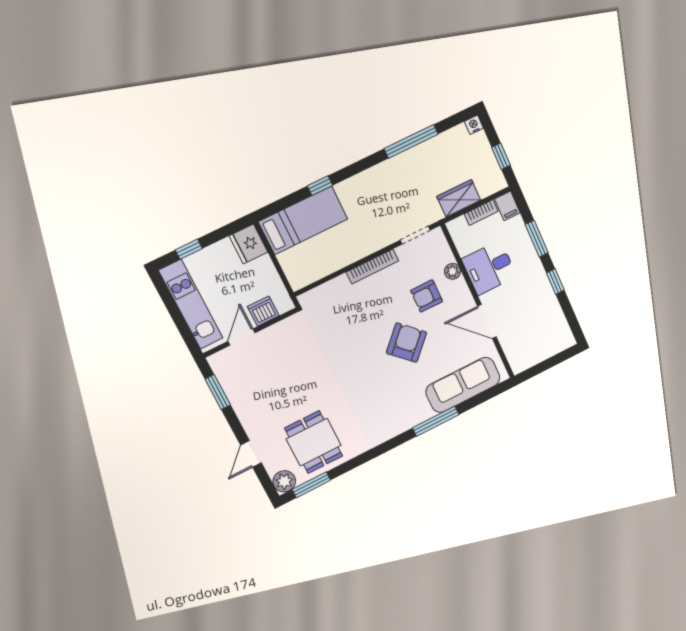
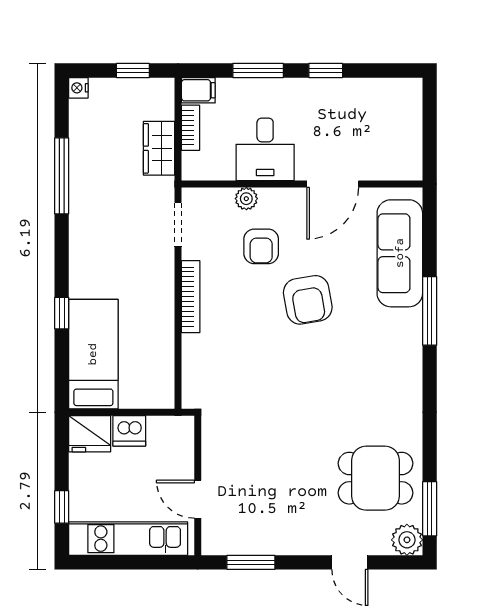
dishwasher: (263, 311) -> (129, 431), moved, turned -90
armchair: (406, 343) -> (308, 300), turned -144

